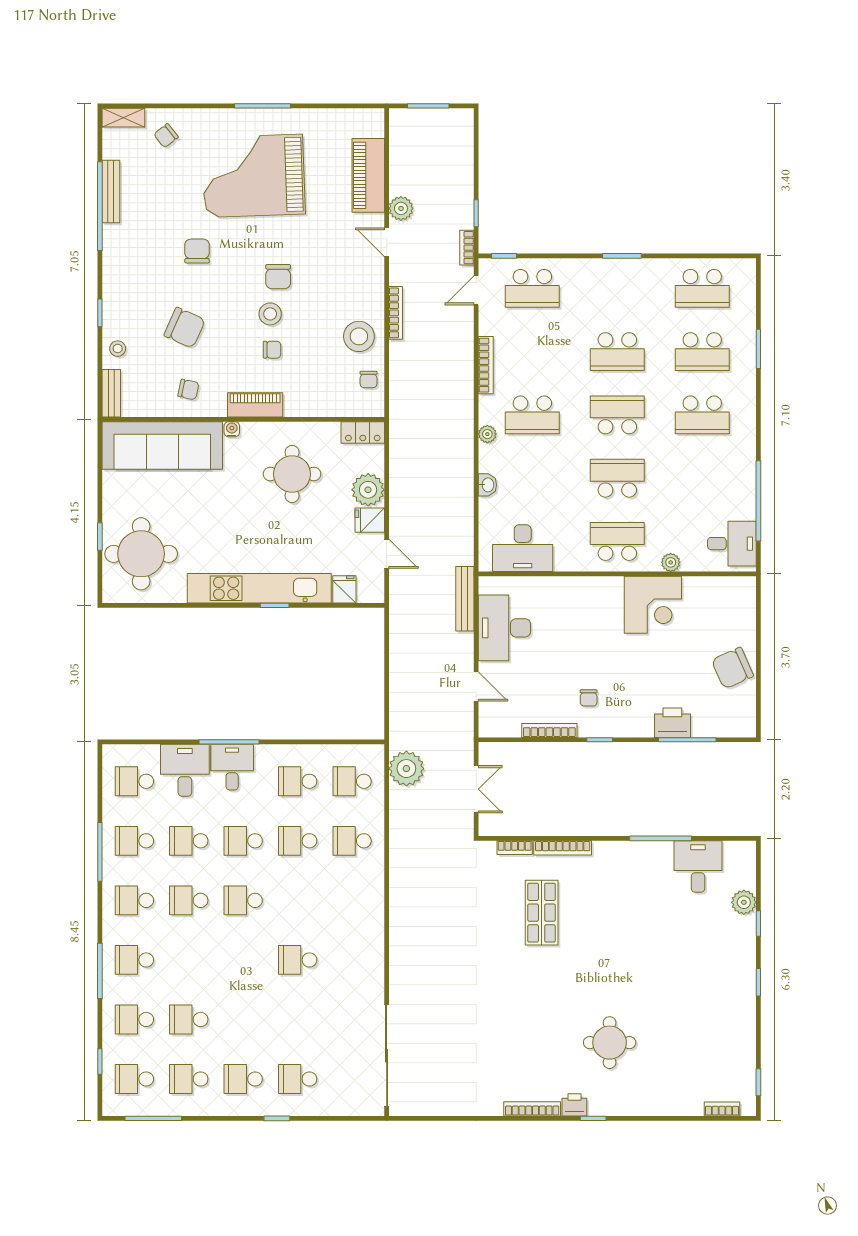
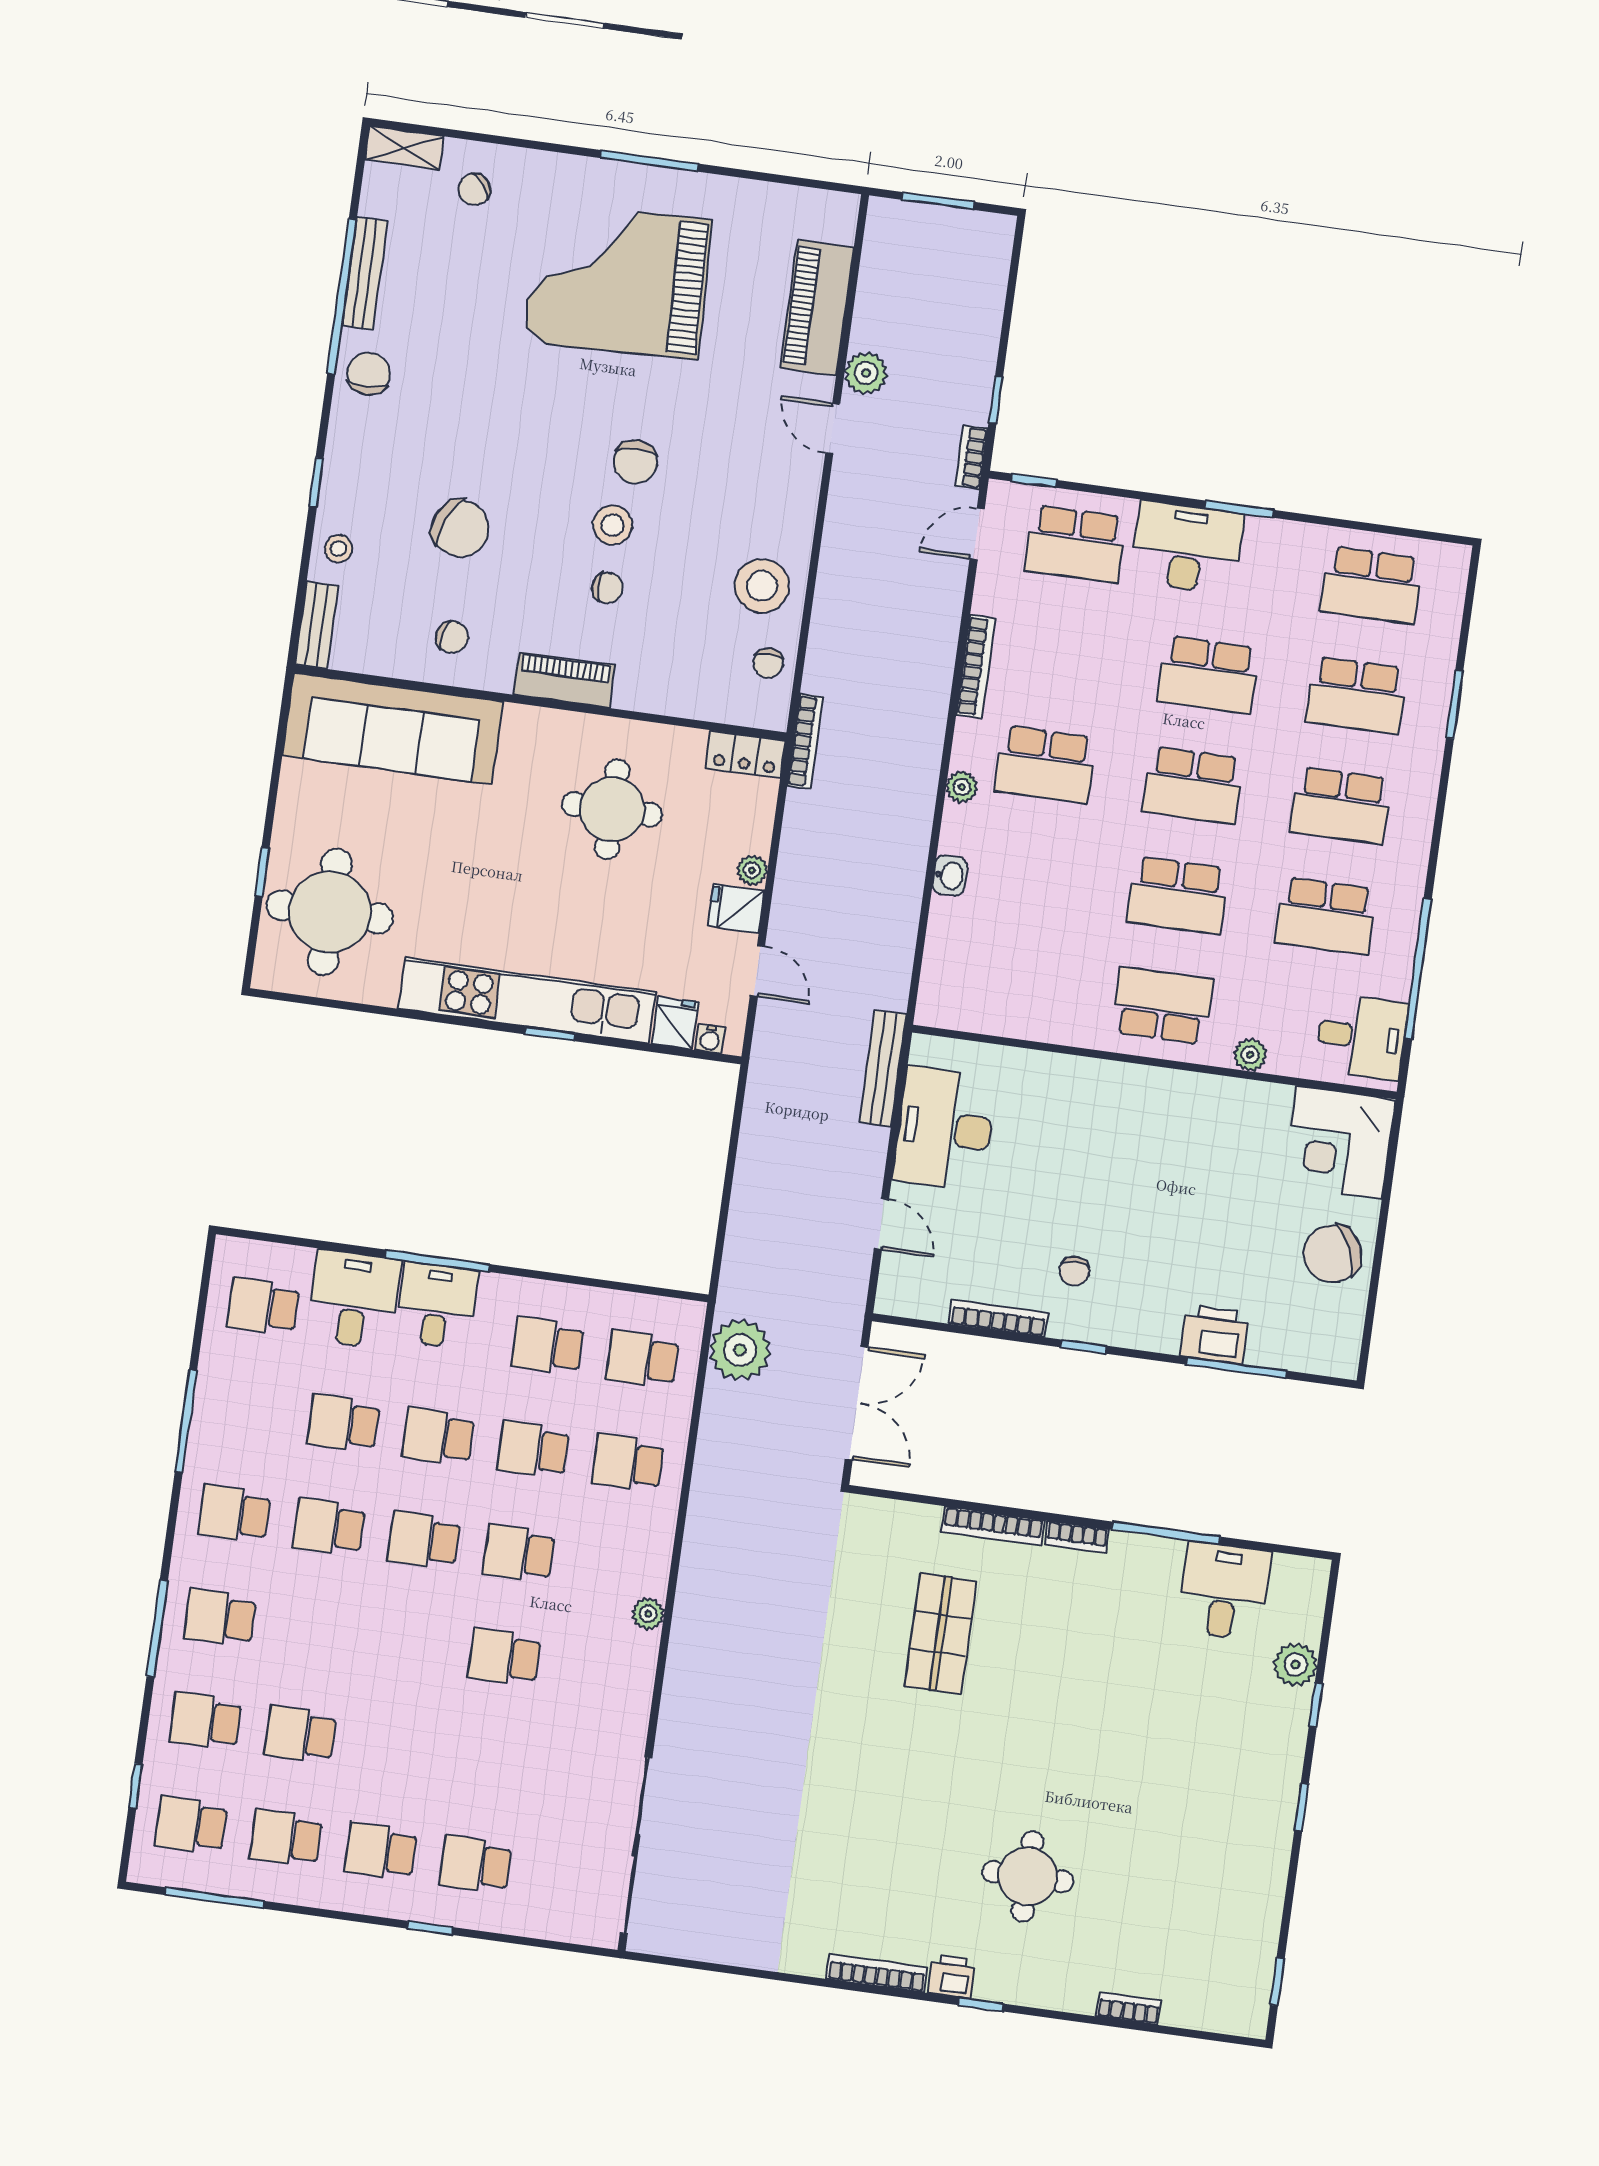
chair: (197, 251) -> (369, 374), moved
bookcase: (396, 313) -> (805, 741), moved
school desk: (617, 415) -> (1193, 785), turned 180
water cooler: (232, 429) -> (710, 1039), moved, turned 180
school desk: (617, 478) -> (1178, 895), turned 180
school desk: (702, 478) -> (1326, 916), added
plant: (368, 490) -> (752, 870), width x0.53, depth x0.53
desk: (523, 548) -> (1187, 548), moved, turned 180
corner desk: (653, 605) -> (1339, 1142), moved, turned 90
double door: (476, 789) -> (857, 1403), width x1.37
school desk: (134, 841) -> (519, 1553), moved
bookcase: (515, 848) -> (1077, 1537), moved
plant: (375, 924) -> (648, 1614), added
bookcase: (722, 1109) -> (1129, 2008), moved

